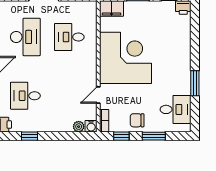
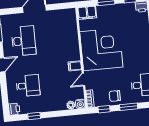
desk: (69, 37) -> (57, 38), removed
filing cabinet: (89, 76) -> (75, 66), added
desk: (25, 96) -> (28, 86), turned 180

